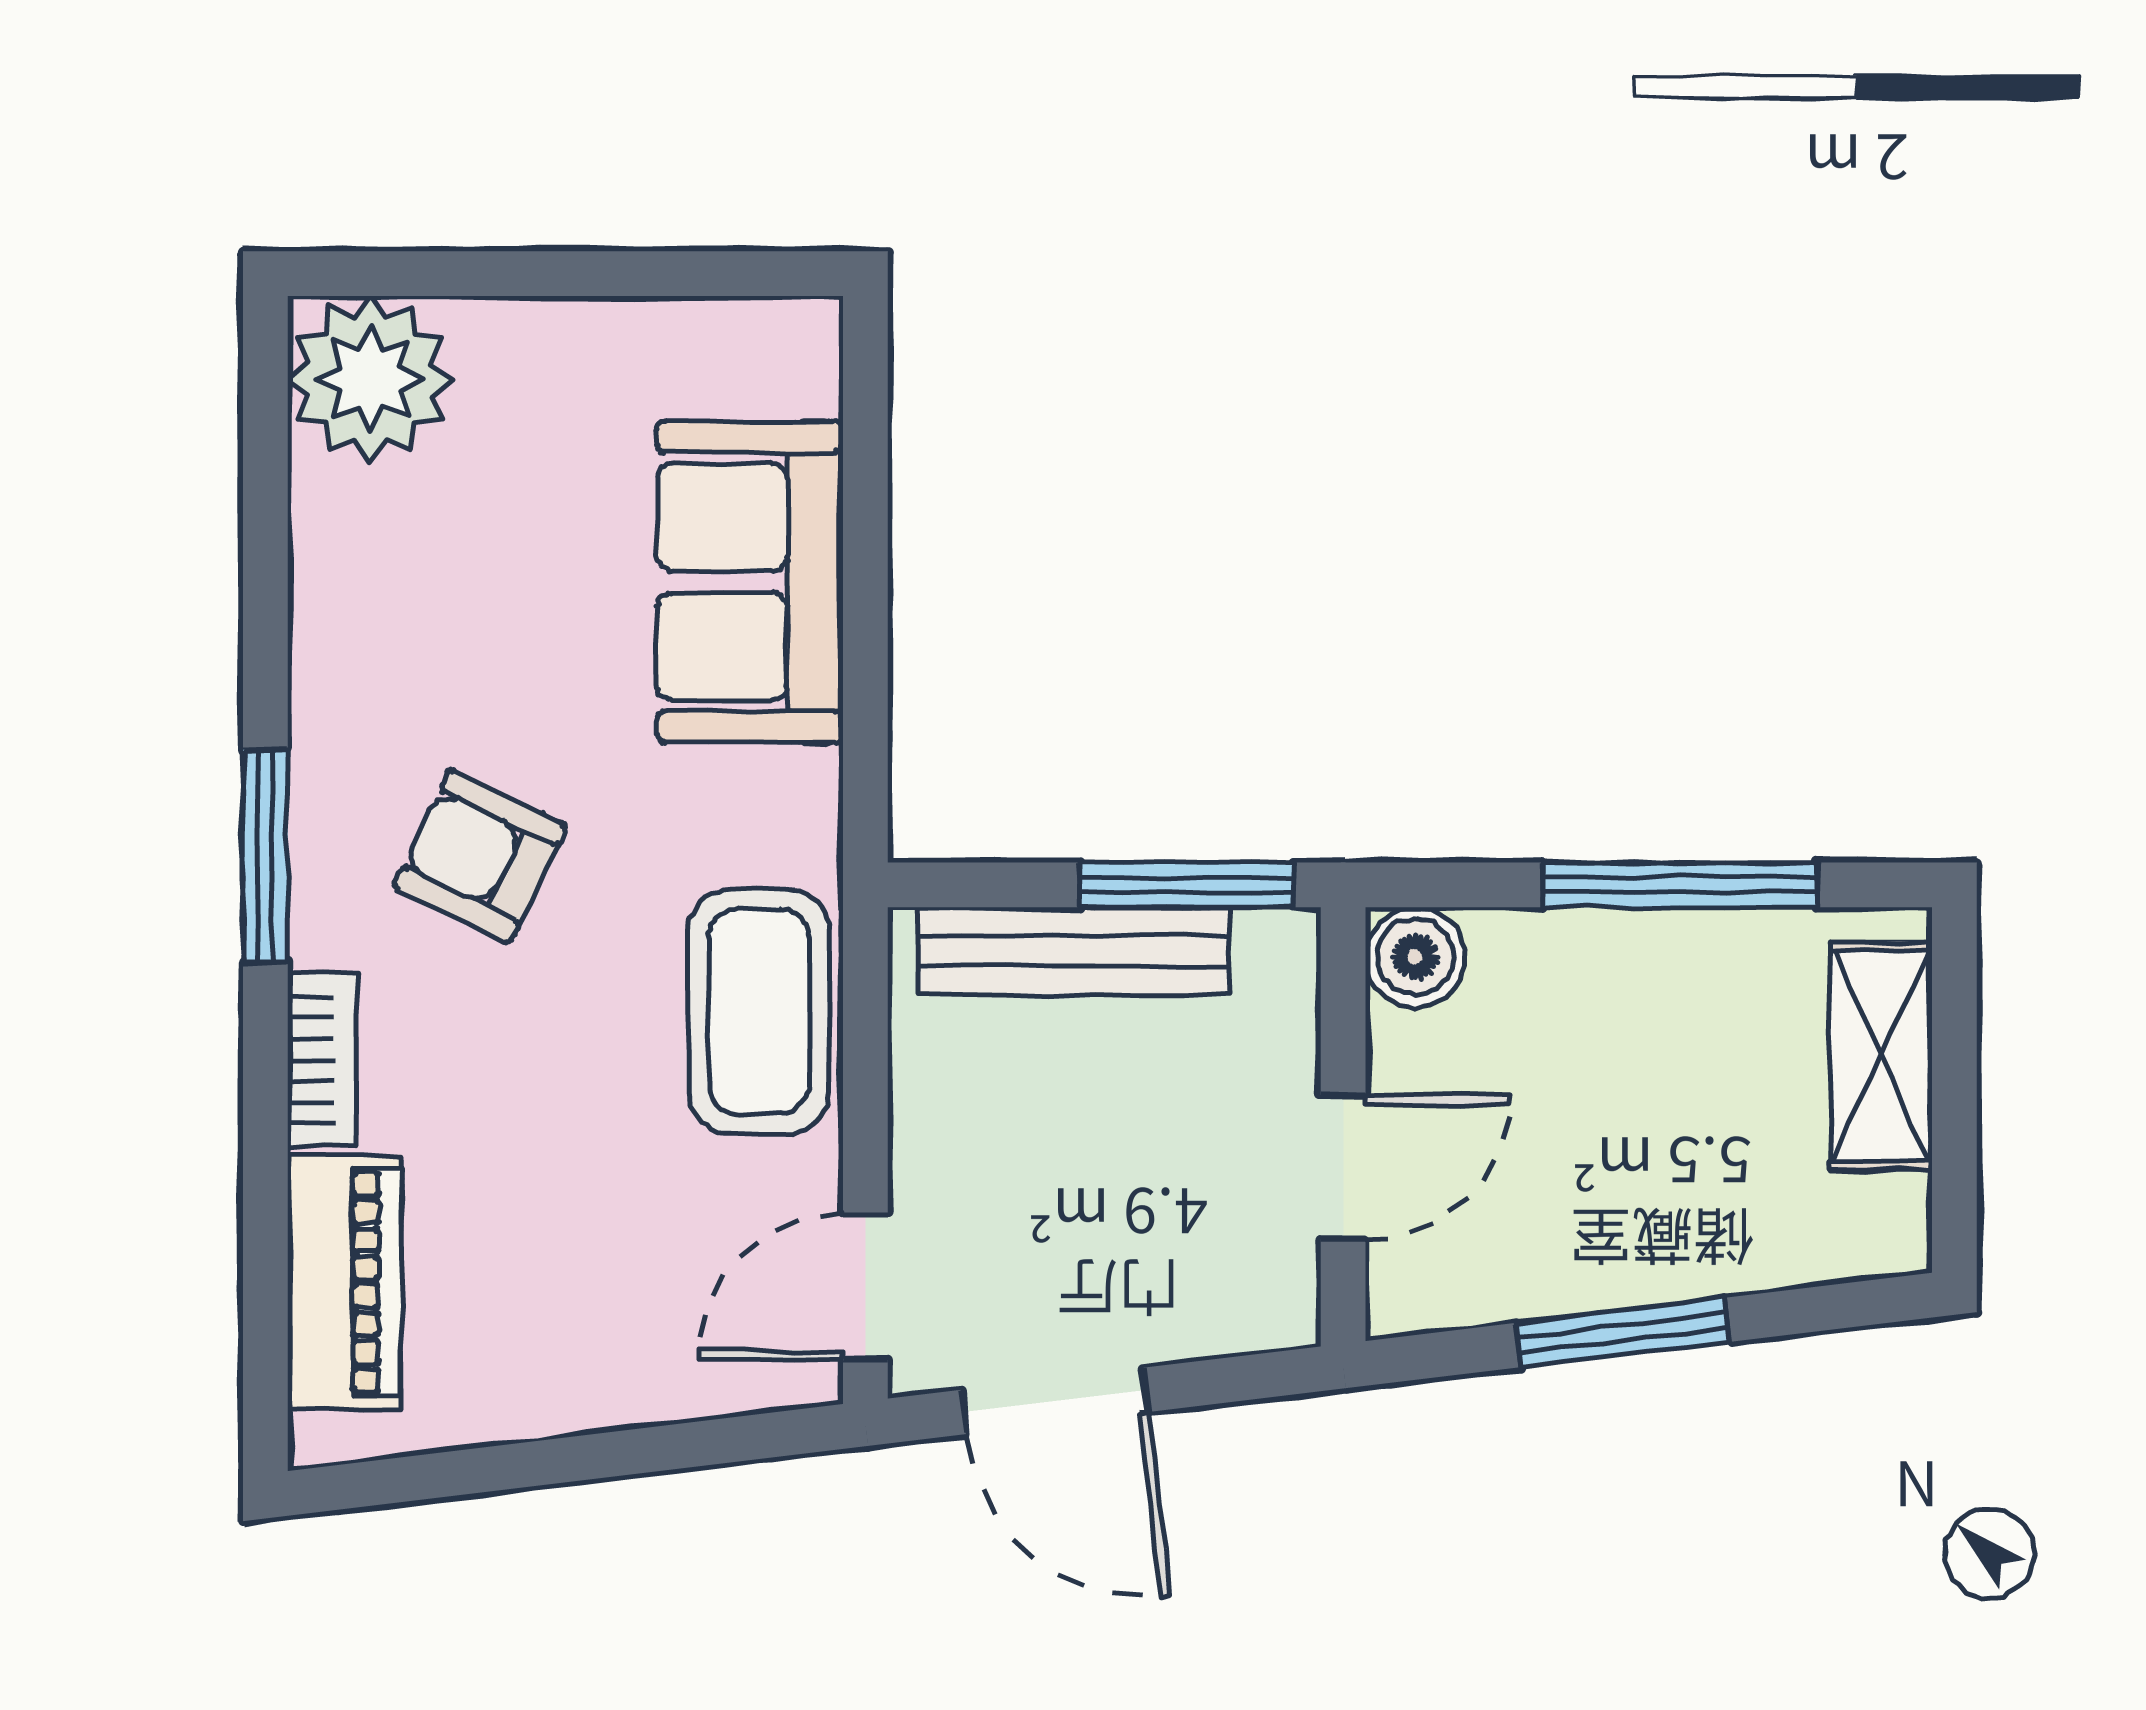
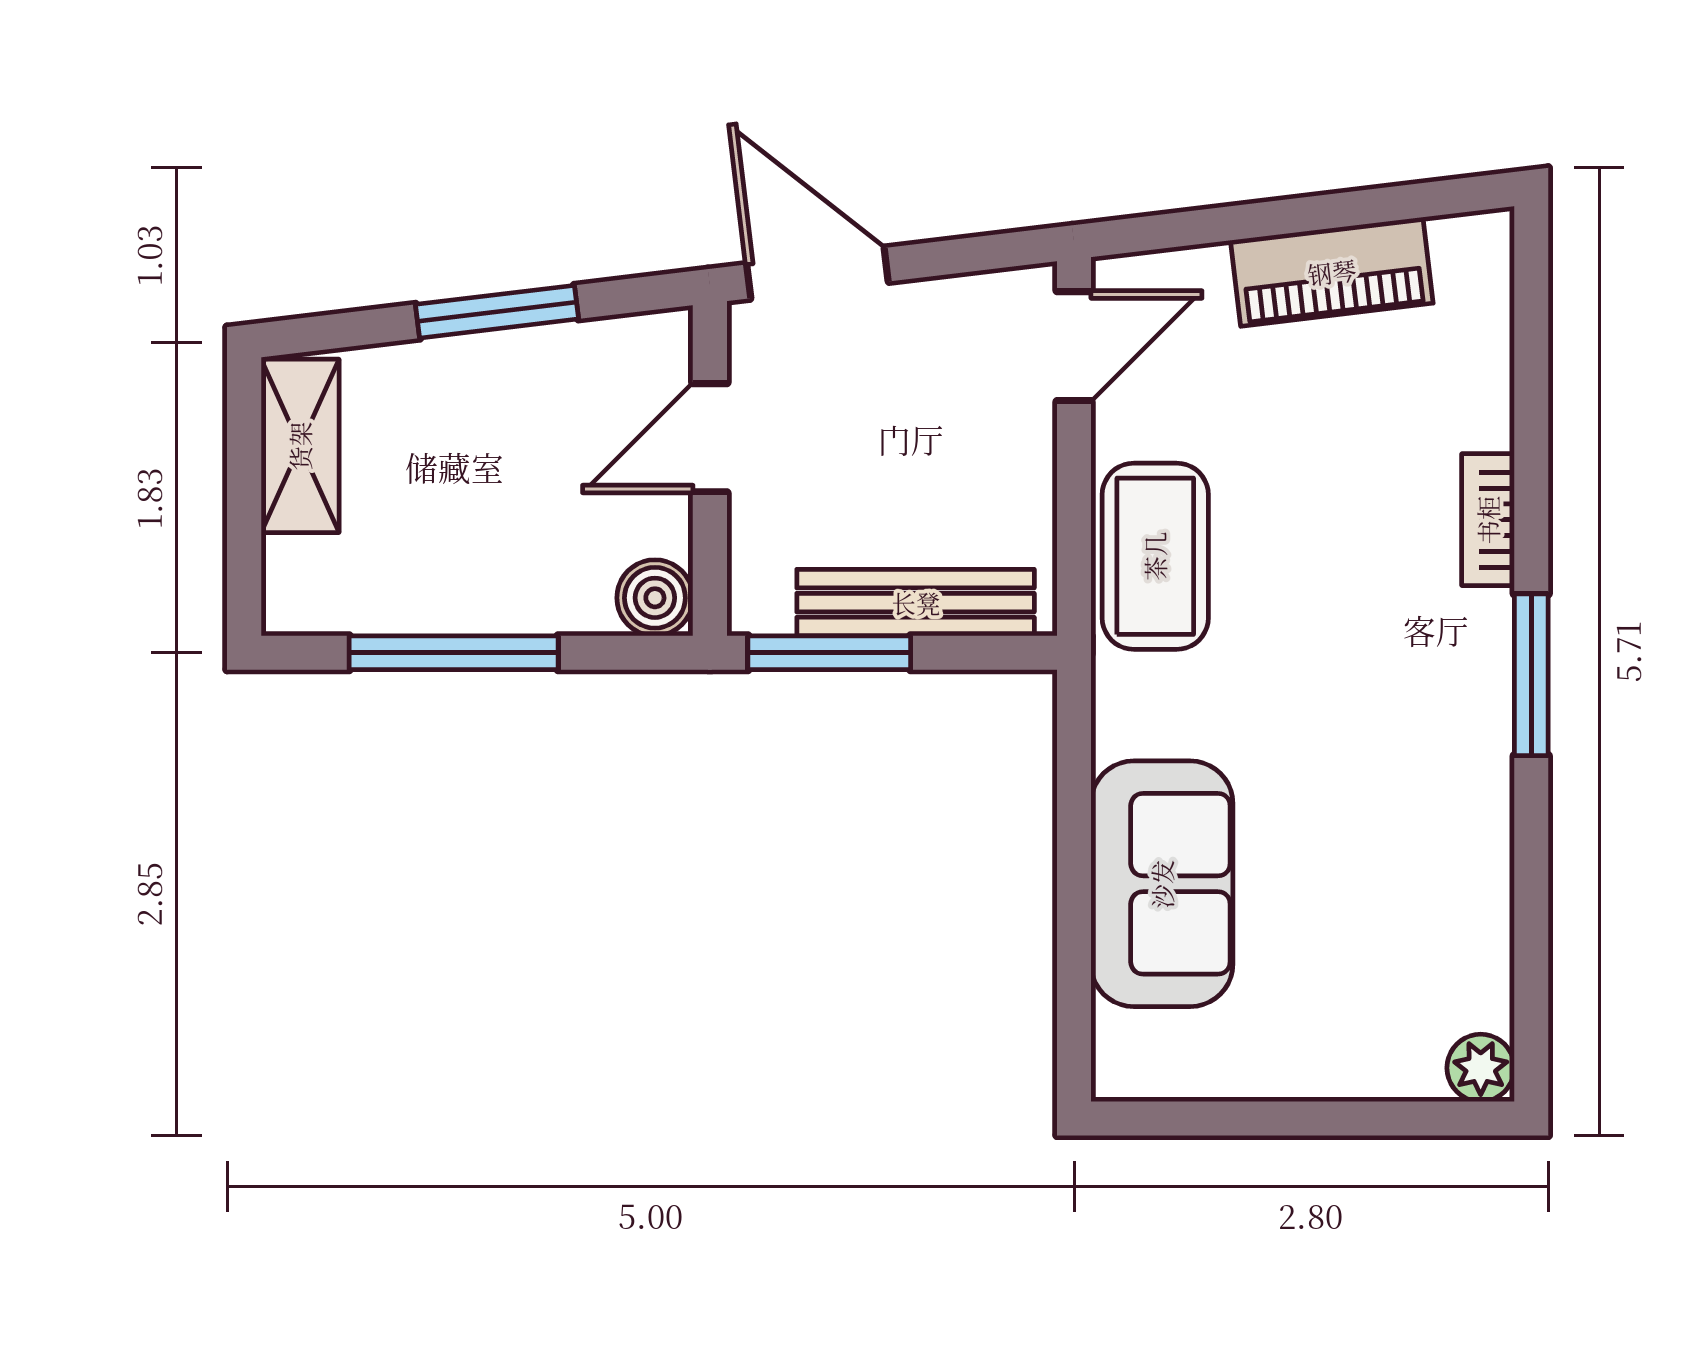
plant: (370, 379) -> (1481, 1068), width x0.53, depth x0.53
armchair: (480, 856) -> (1368, 675), removed
shelving: (1881, 1056) -> (300, 446), moved
piano: (344, 1282) -> (1332, 272), moved, turned -97
door: (1055, 1401) -> (817, 273), moved

